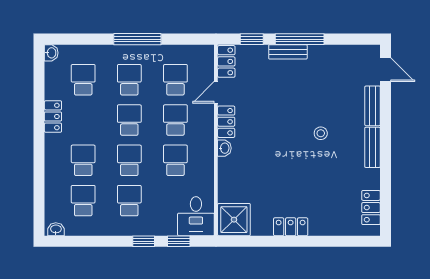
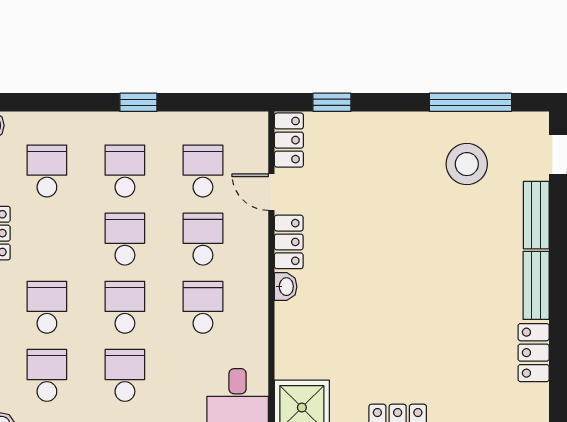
window: (137, 39) -> (138, 102), width x0.46
window: (300, 39) -> (470, 102), moved
bench: (288, 52) -> (393, 124), removed
door: (216, 92) -> (271, 192), hinge flipped
stool: (321, 133) -> (467, 164), moved, width x1.89, depth x1.89
locker: (371, 208) -> (534, 353), moved

